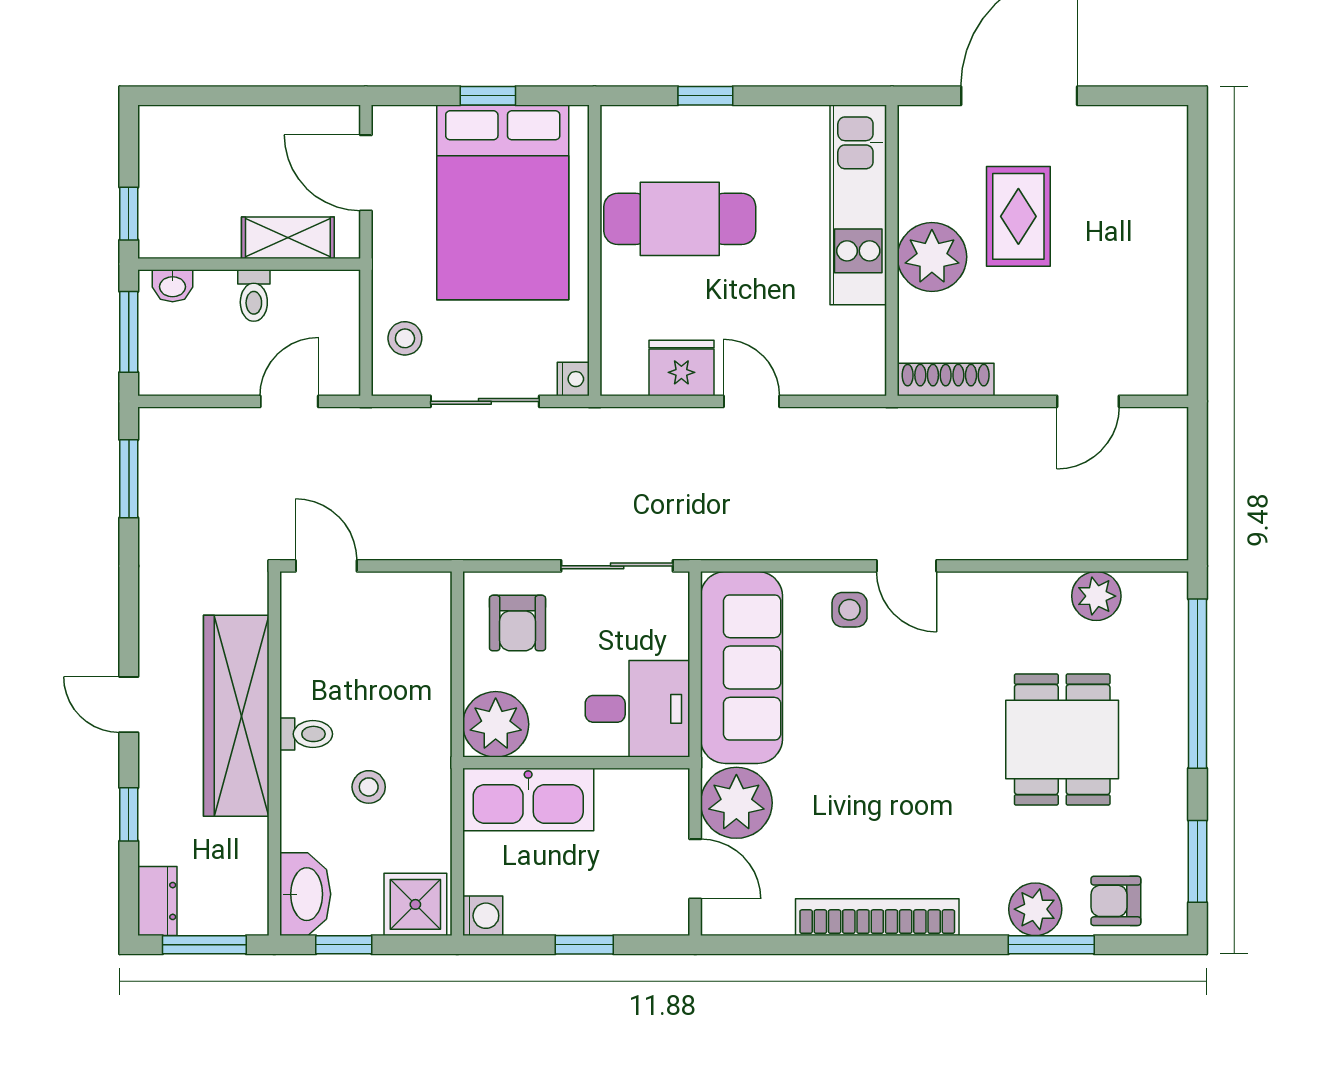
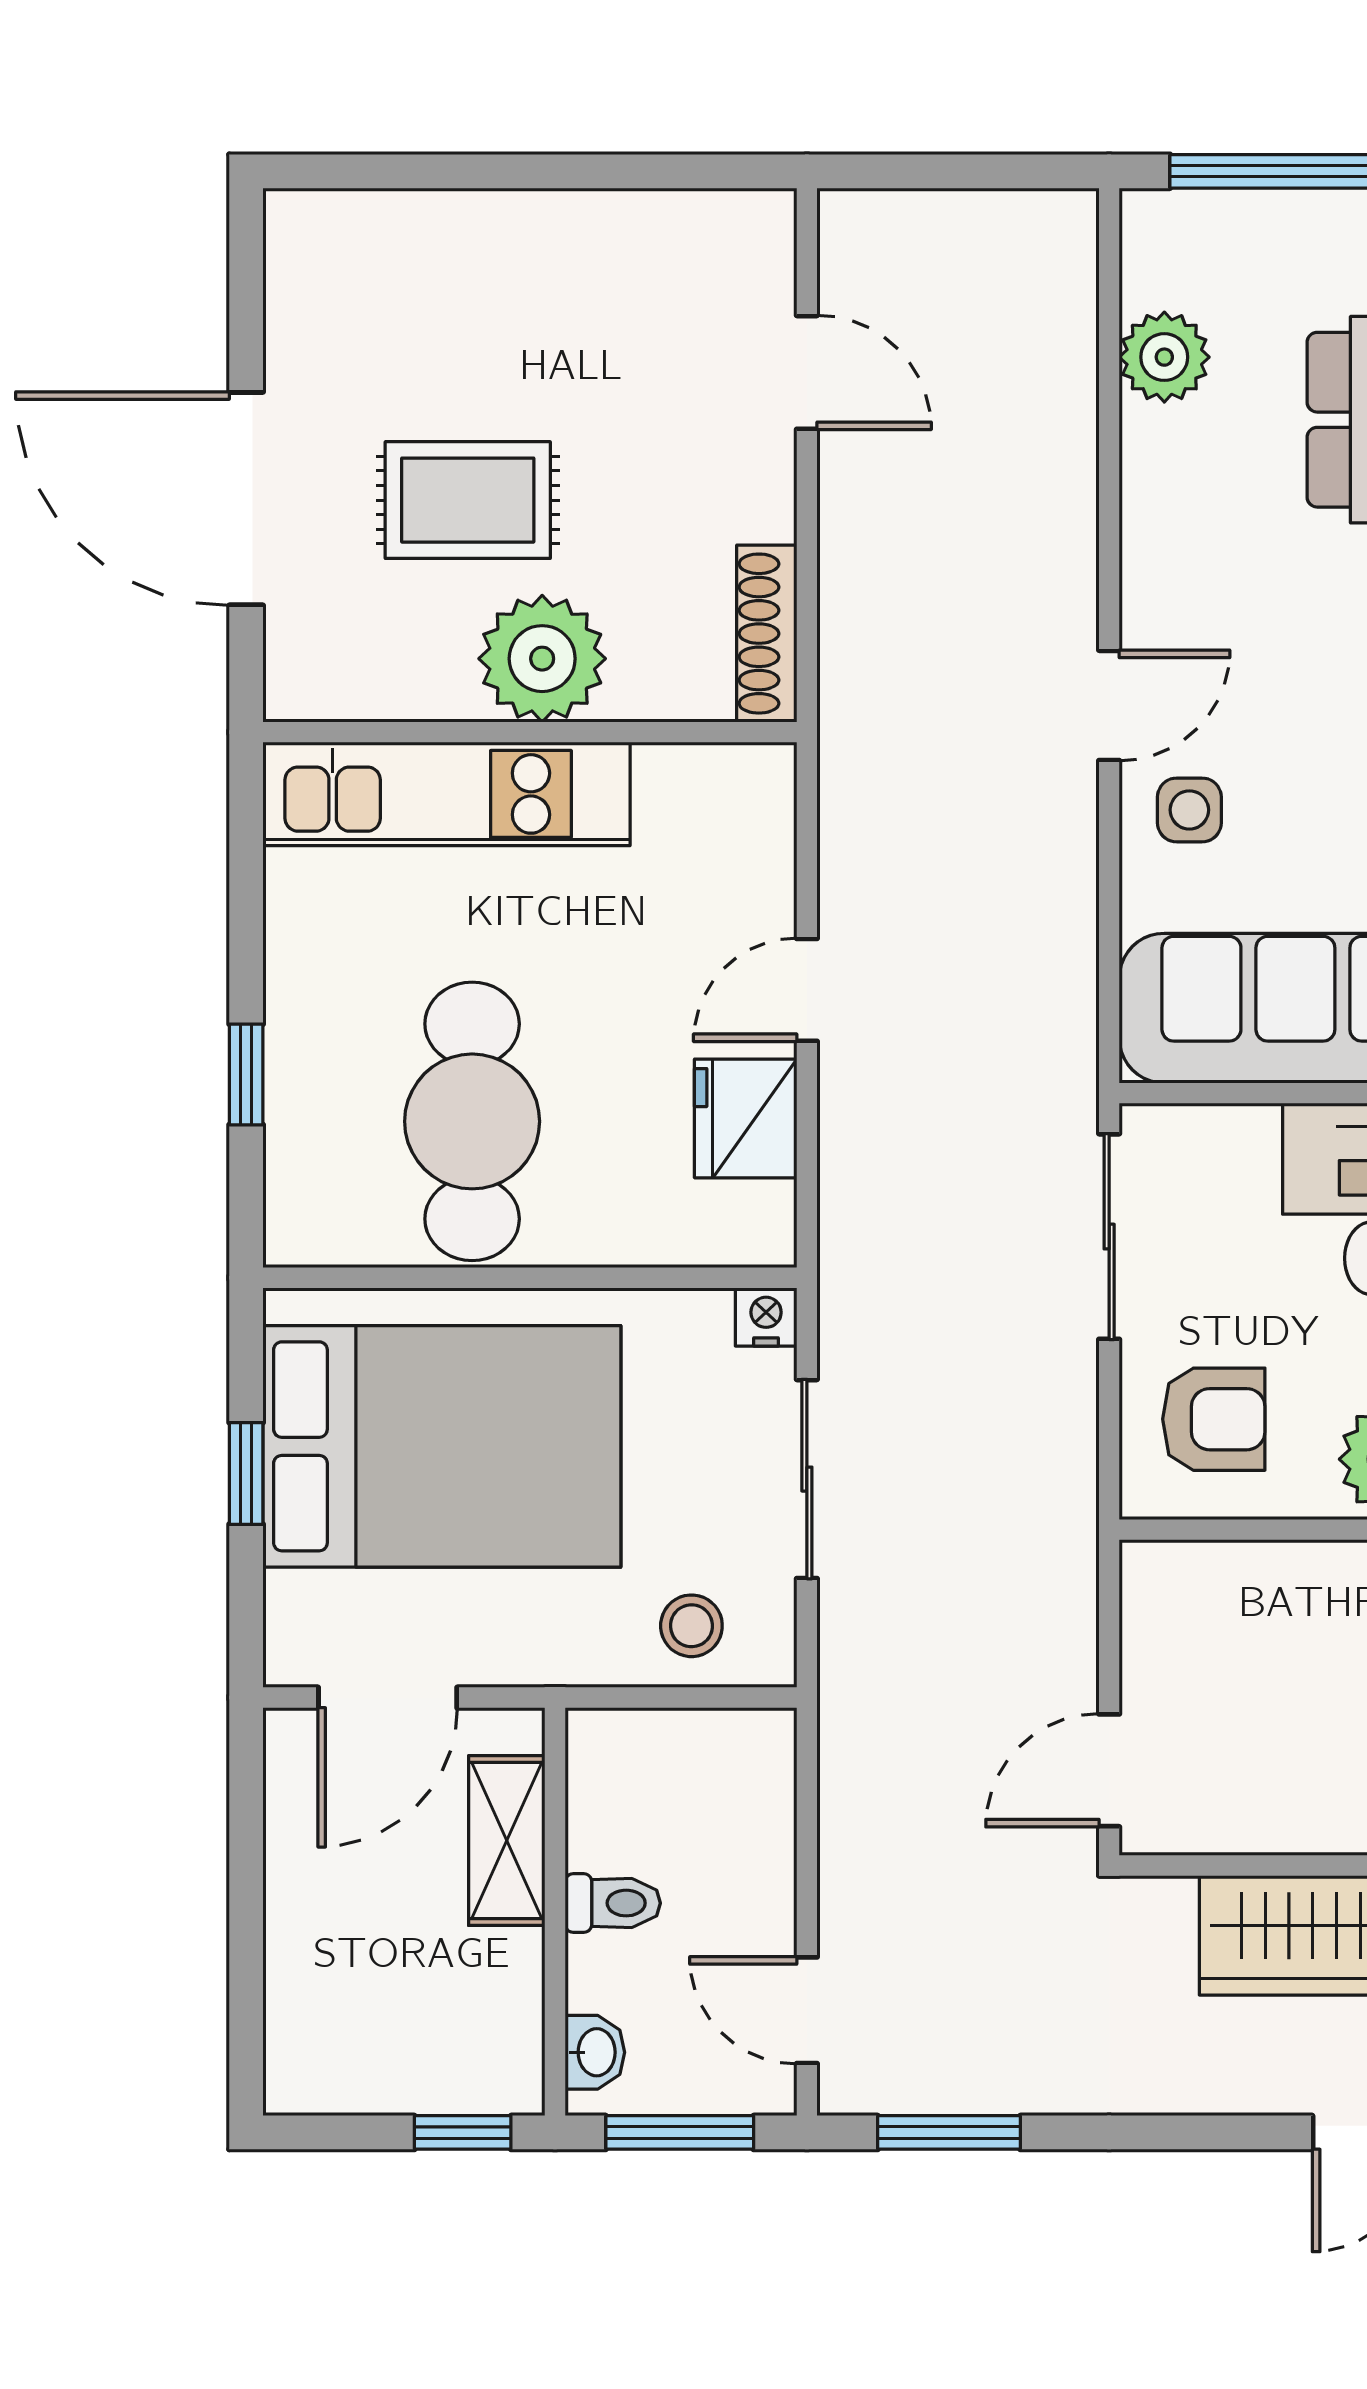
door: (289, 401) -> (807, 2010), moved

